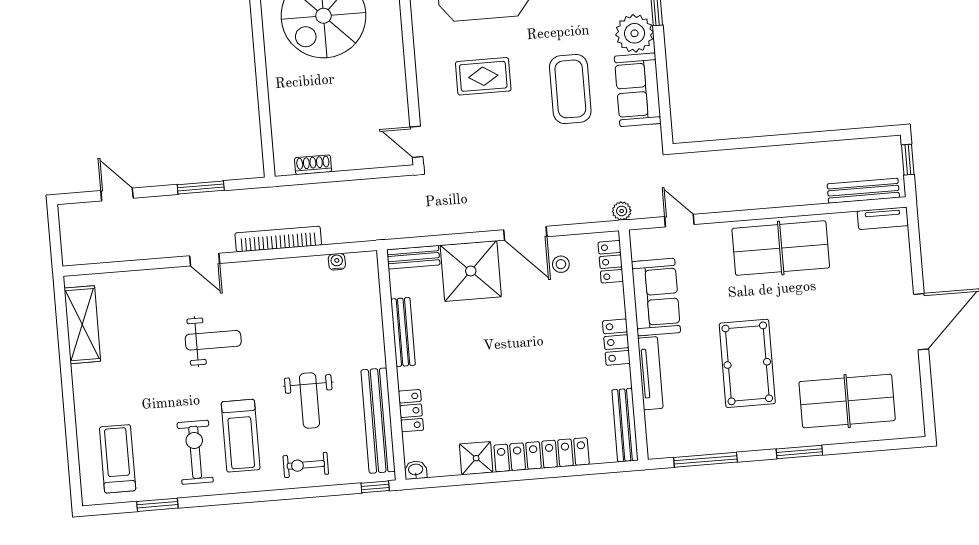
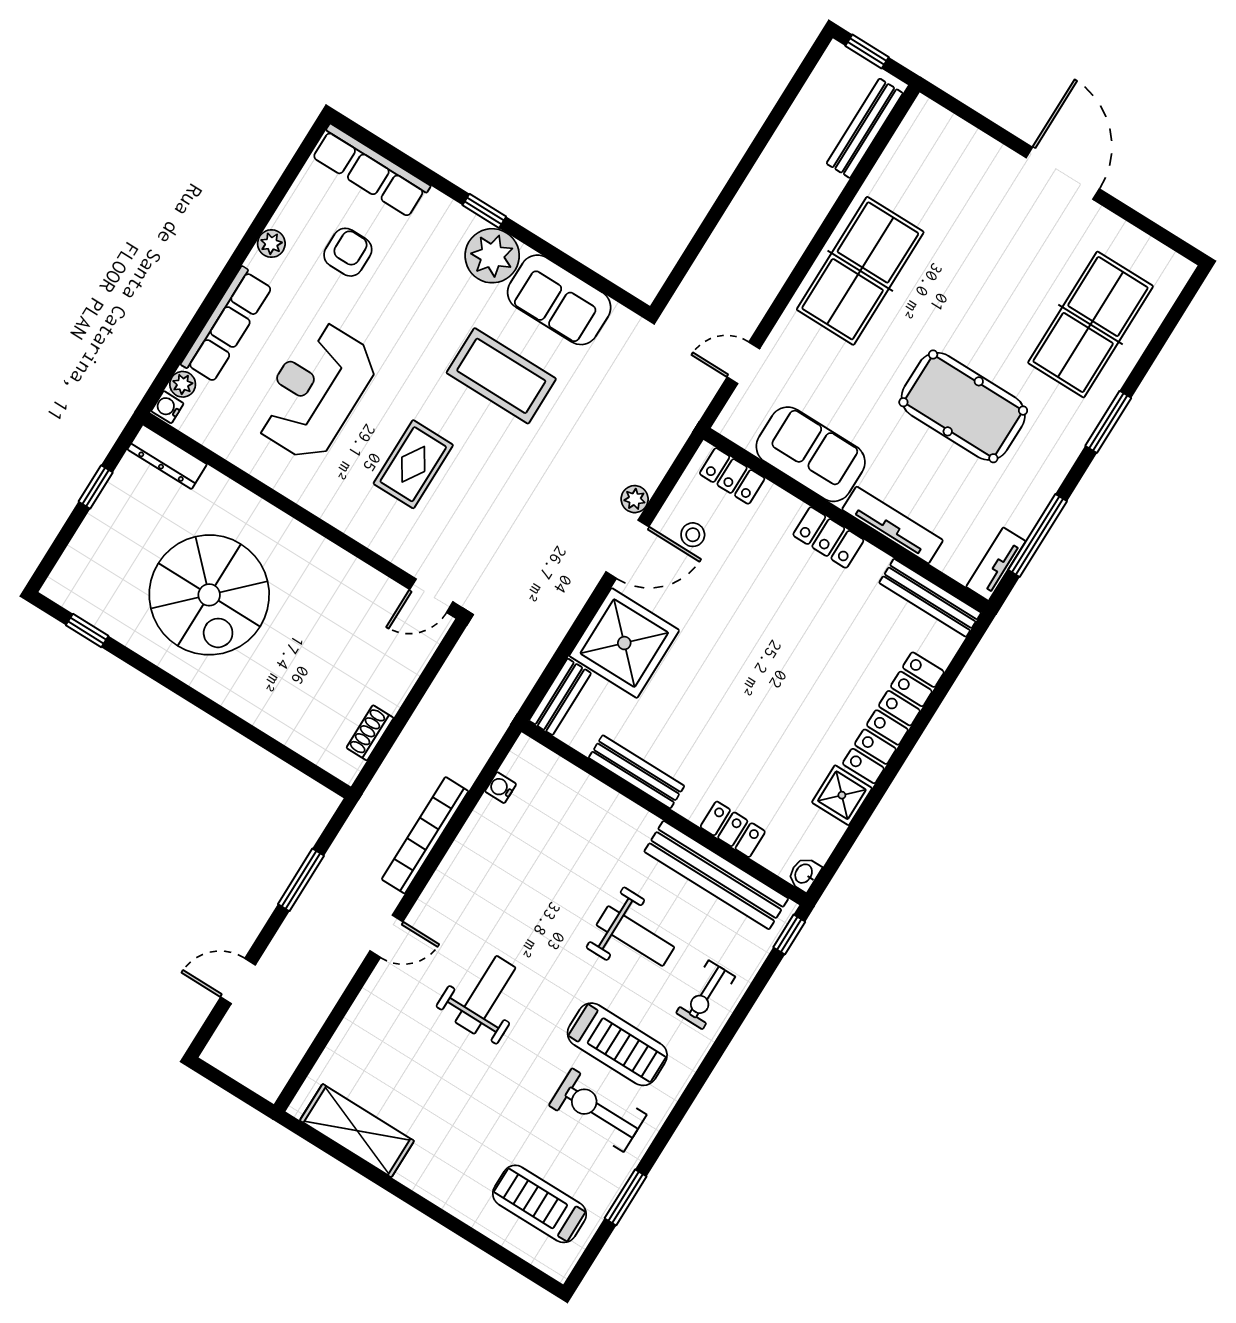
plant: (622, 211) -> (635, 499), moved
tv unit: (883, 218) -> (996, 564), moved, turned 180

